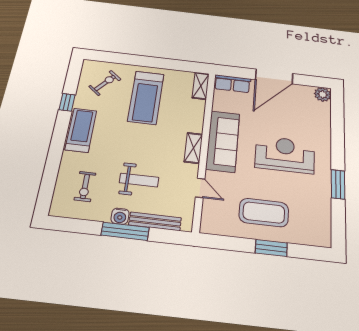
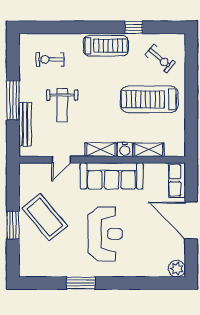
shelving: (201, 86) -> (149, 150), moved
coffee table: (264, 213) -> (45, 217), turned -40
water cooler: (120, 216) -> (125, 149), moved, turned -90

